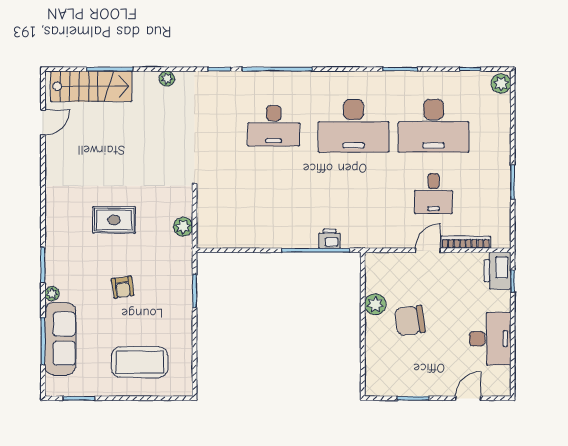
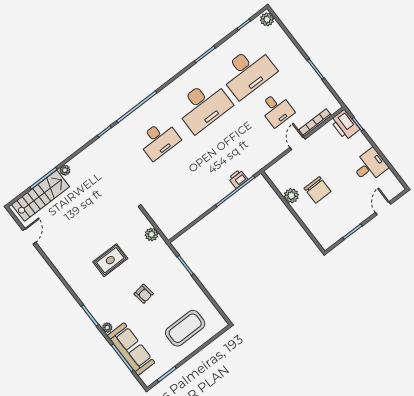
plant: (167, 79) -> (65, 170), moved
chair: (410, 321) -> (318, 190), turned -82
desk: (490, 339) -> (370, 166), width x0.73

